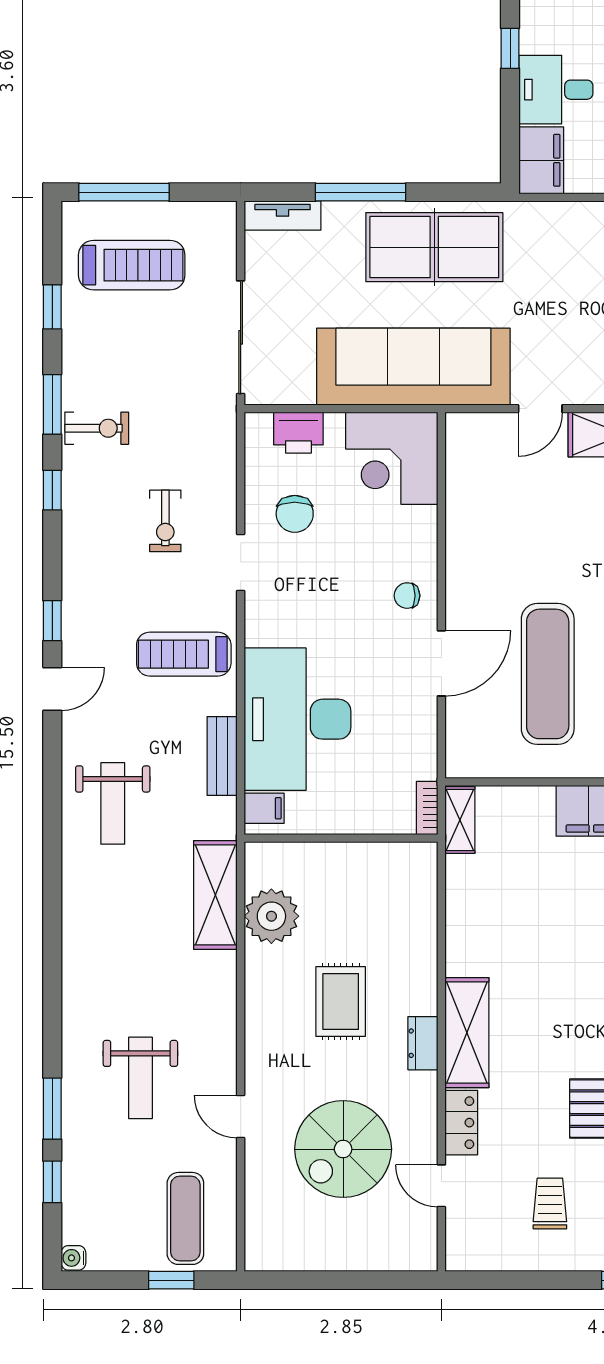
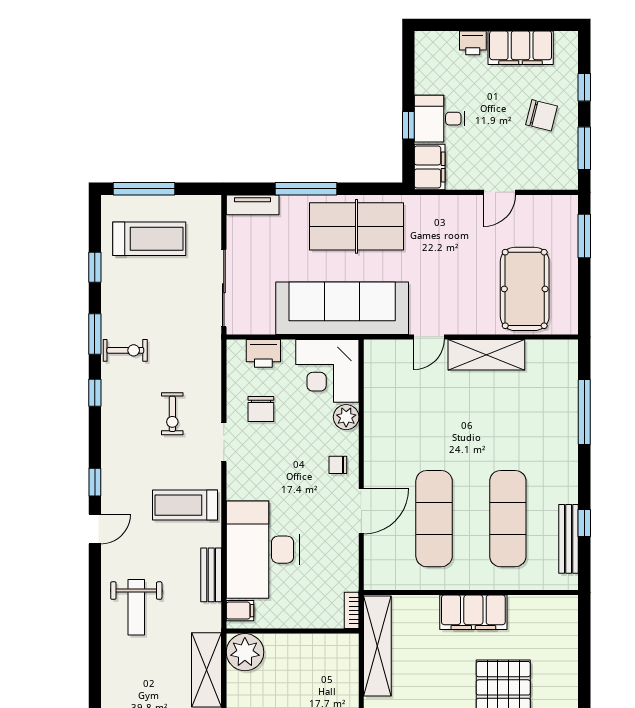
window: (510, 48) -> (408, 125), moved
plant: (419, 526) -> (346, 417), added
shelving: (460, 820) -> (377, 646), width x2.20, depth x1.33
plant: (271, 916) -> (245, 652), moved

